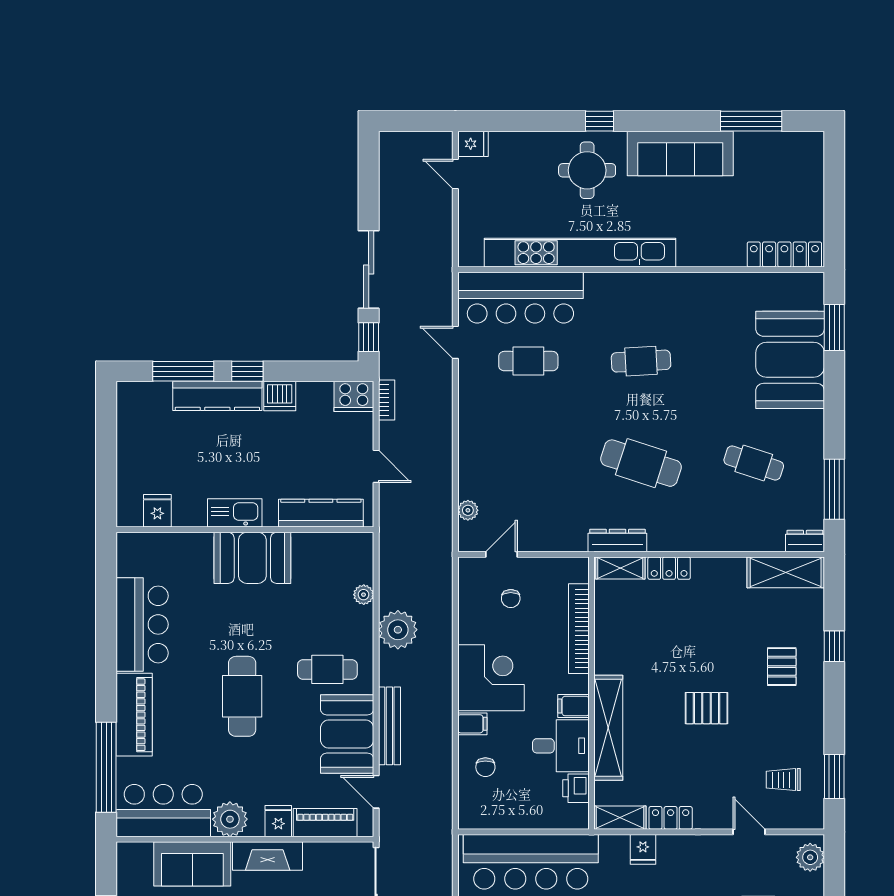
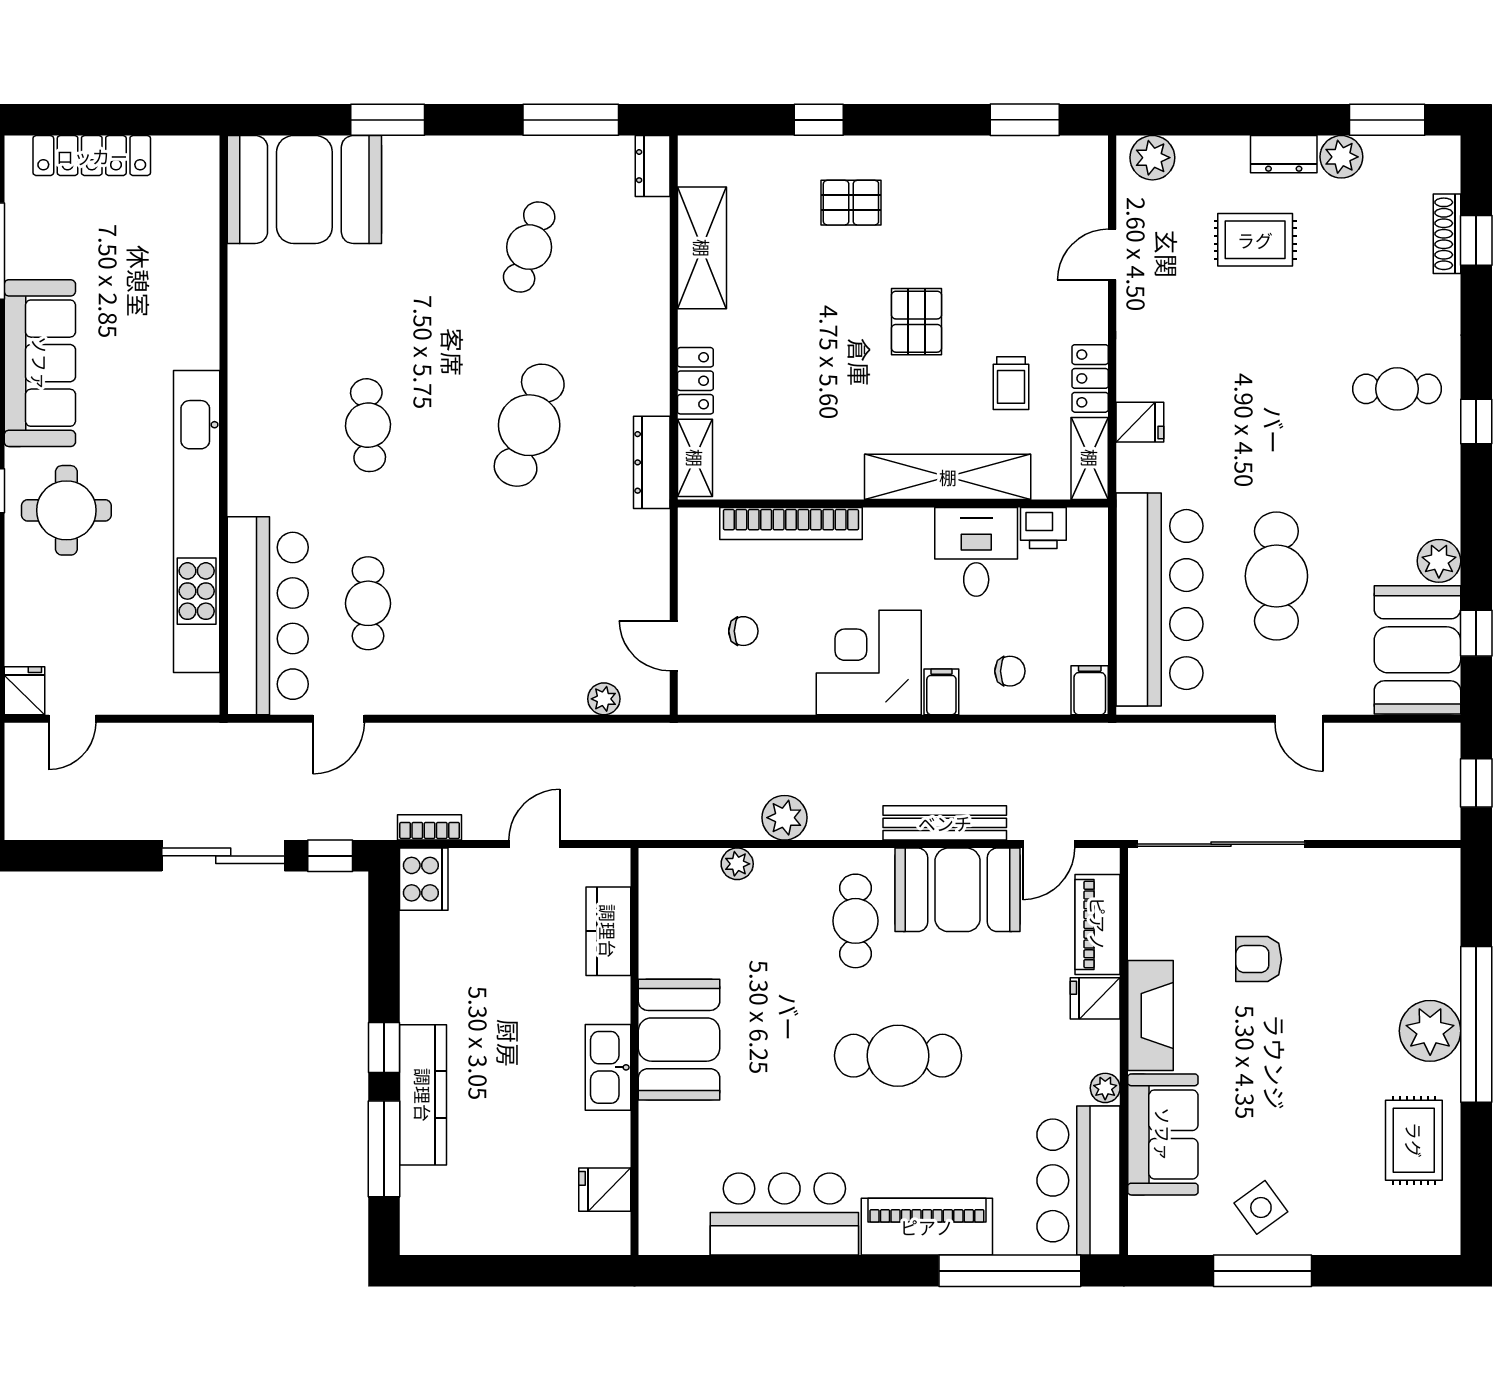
locker: (784, 255) -> (92, 156), moved, turned -90
window: (834, 328) -> (388, 120), moved
booth: (790, 360) -> (304, 190), moved
dishwasher: (280, 396) -> (423, 996), removed
kitchen counter: (321, 513) -> (608, 931), width x0.67
shelving: (786, 572) -> (702, 248), moved
plant: (398, 630) -> (785, 818), width x0.73, depth x0.73
filing cabinet: (573, 706) -> (1090, 690), moved, turned 180
trolley: (783, 780) -> (1011, 383), moved
plant: (230, 819) -> (1105, 1088), width x0.53, depth x0.53

